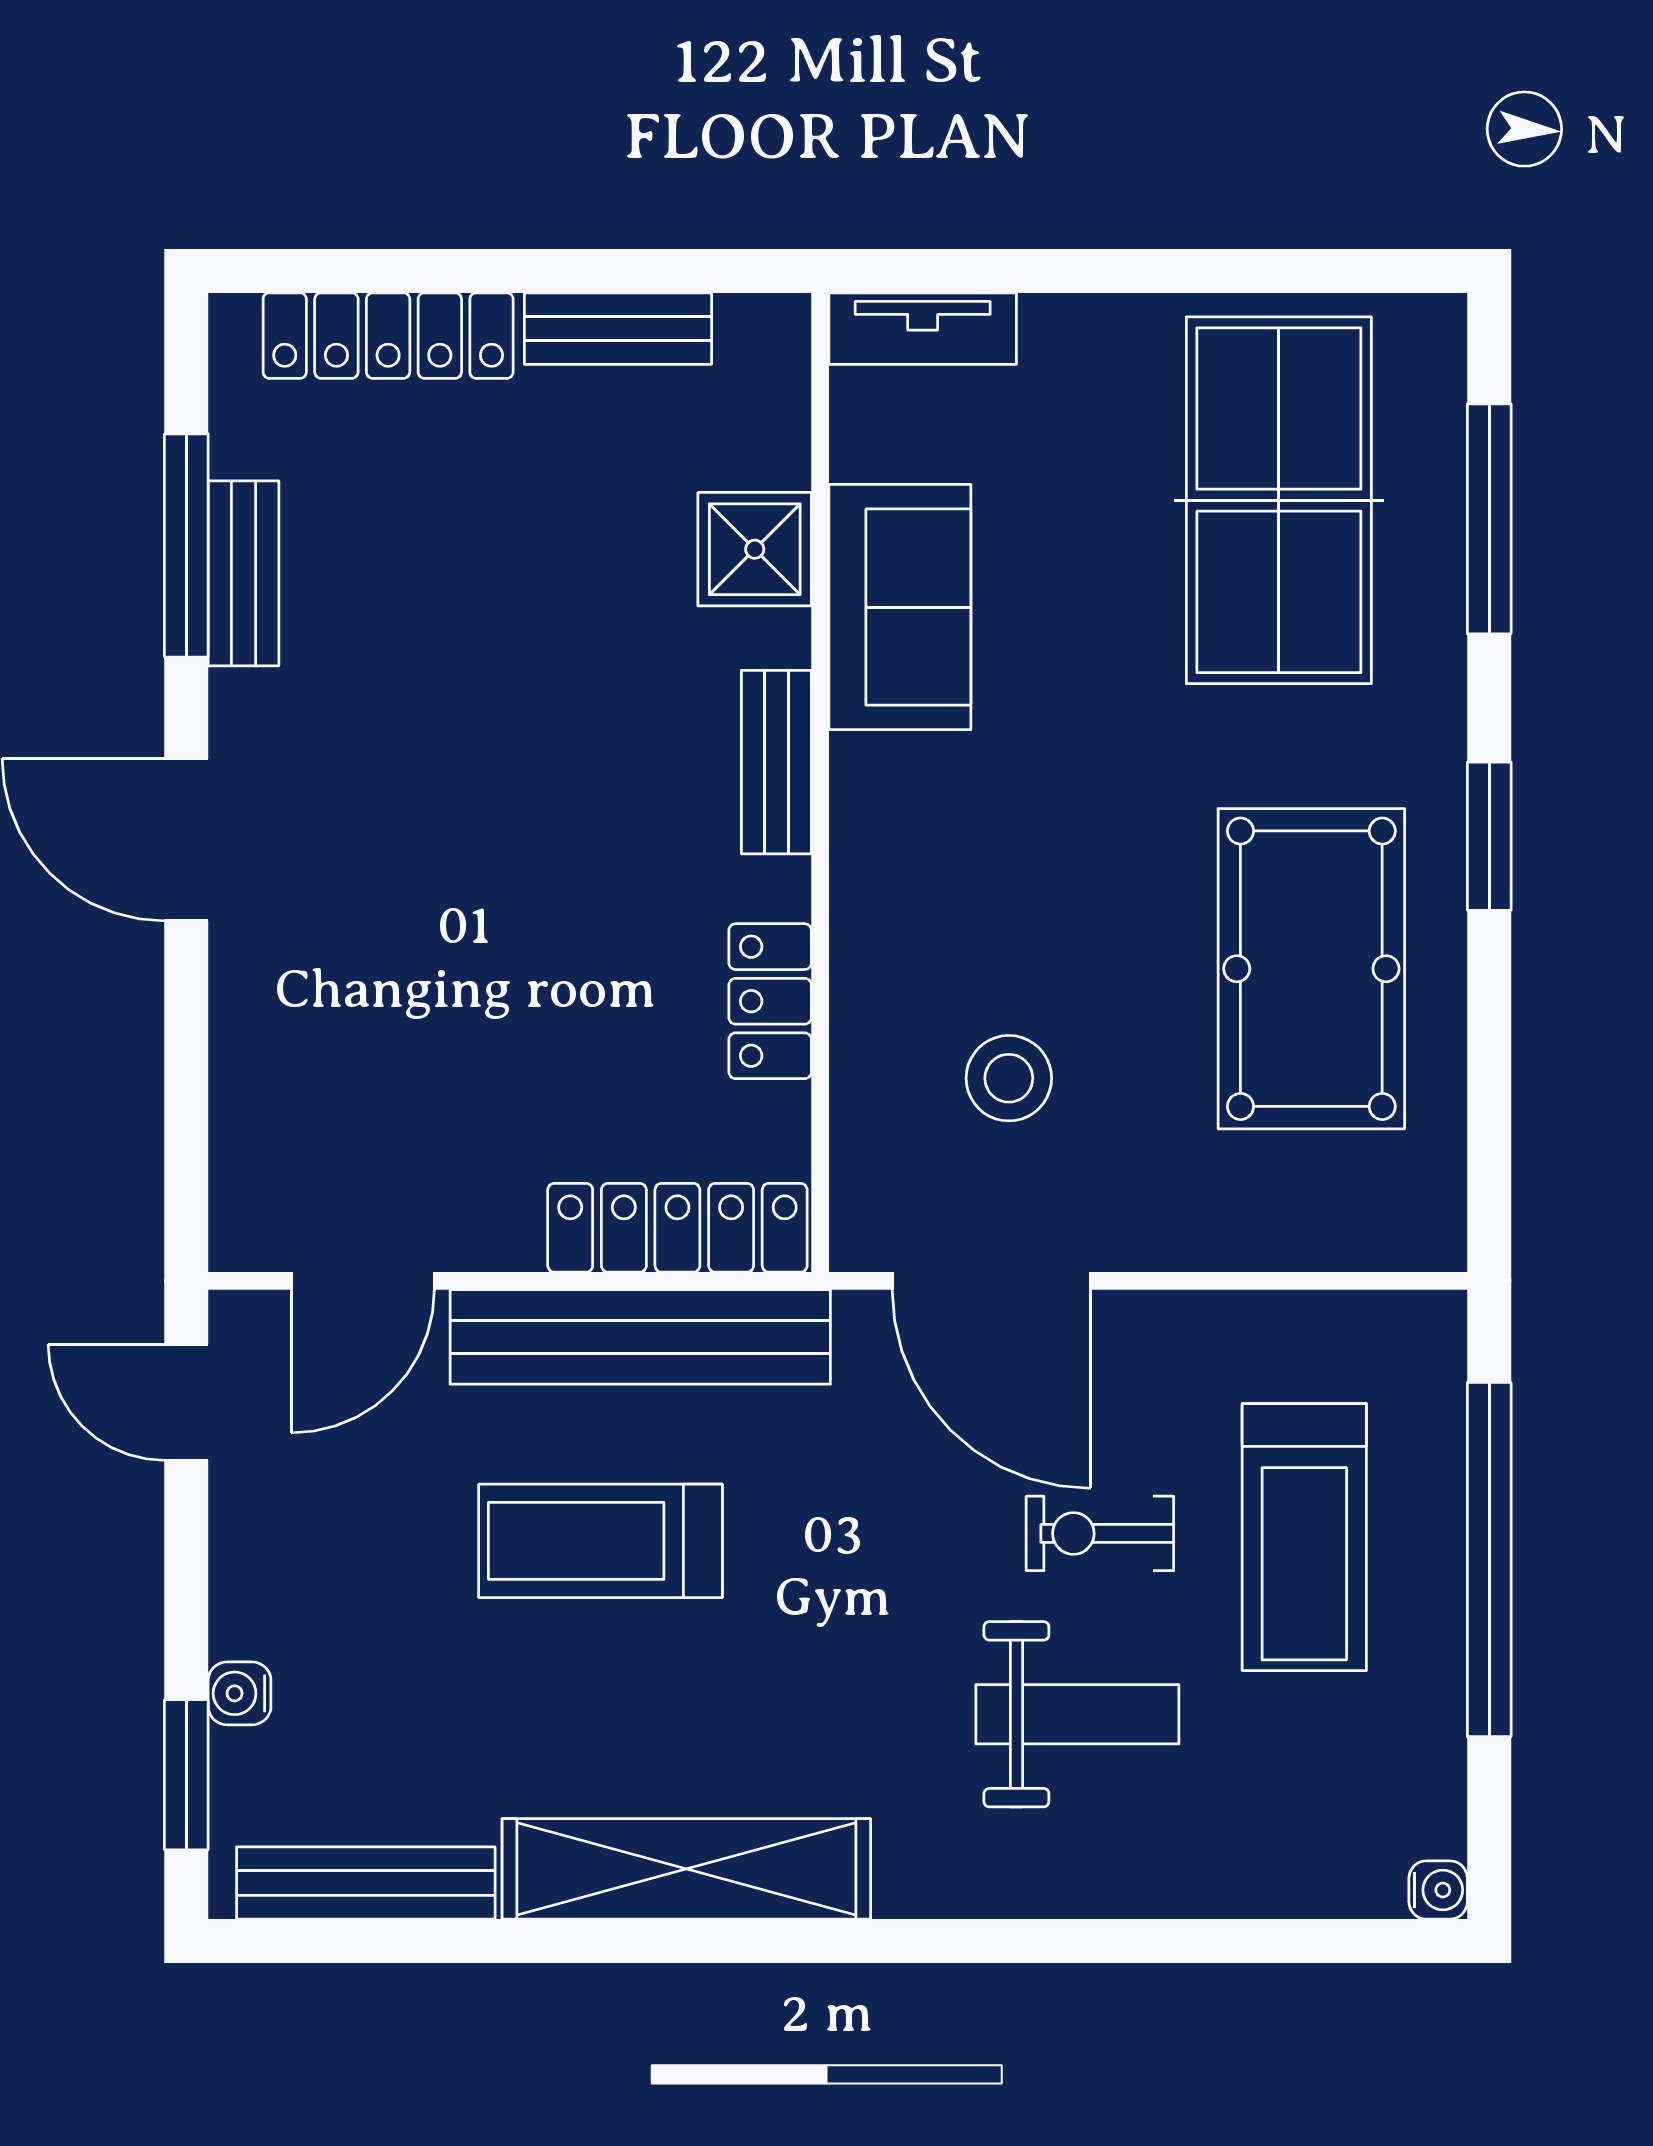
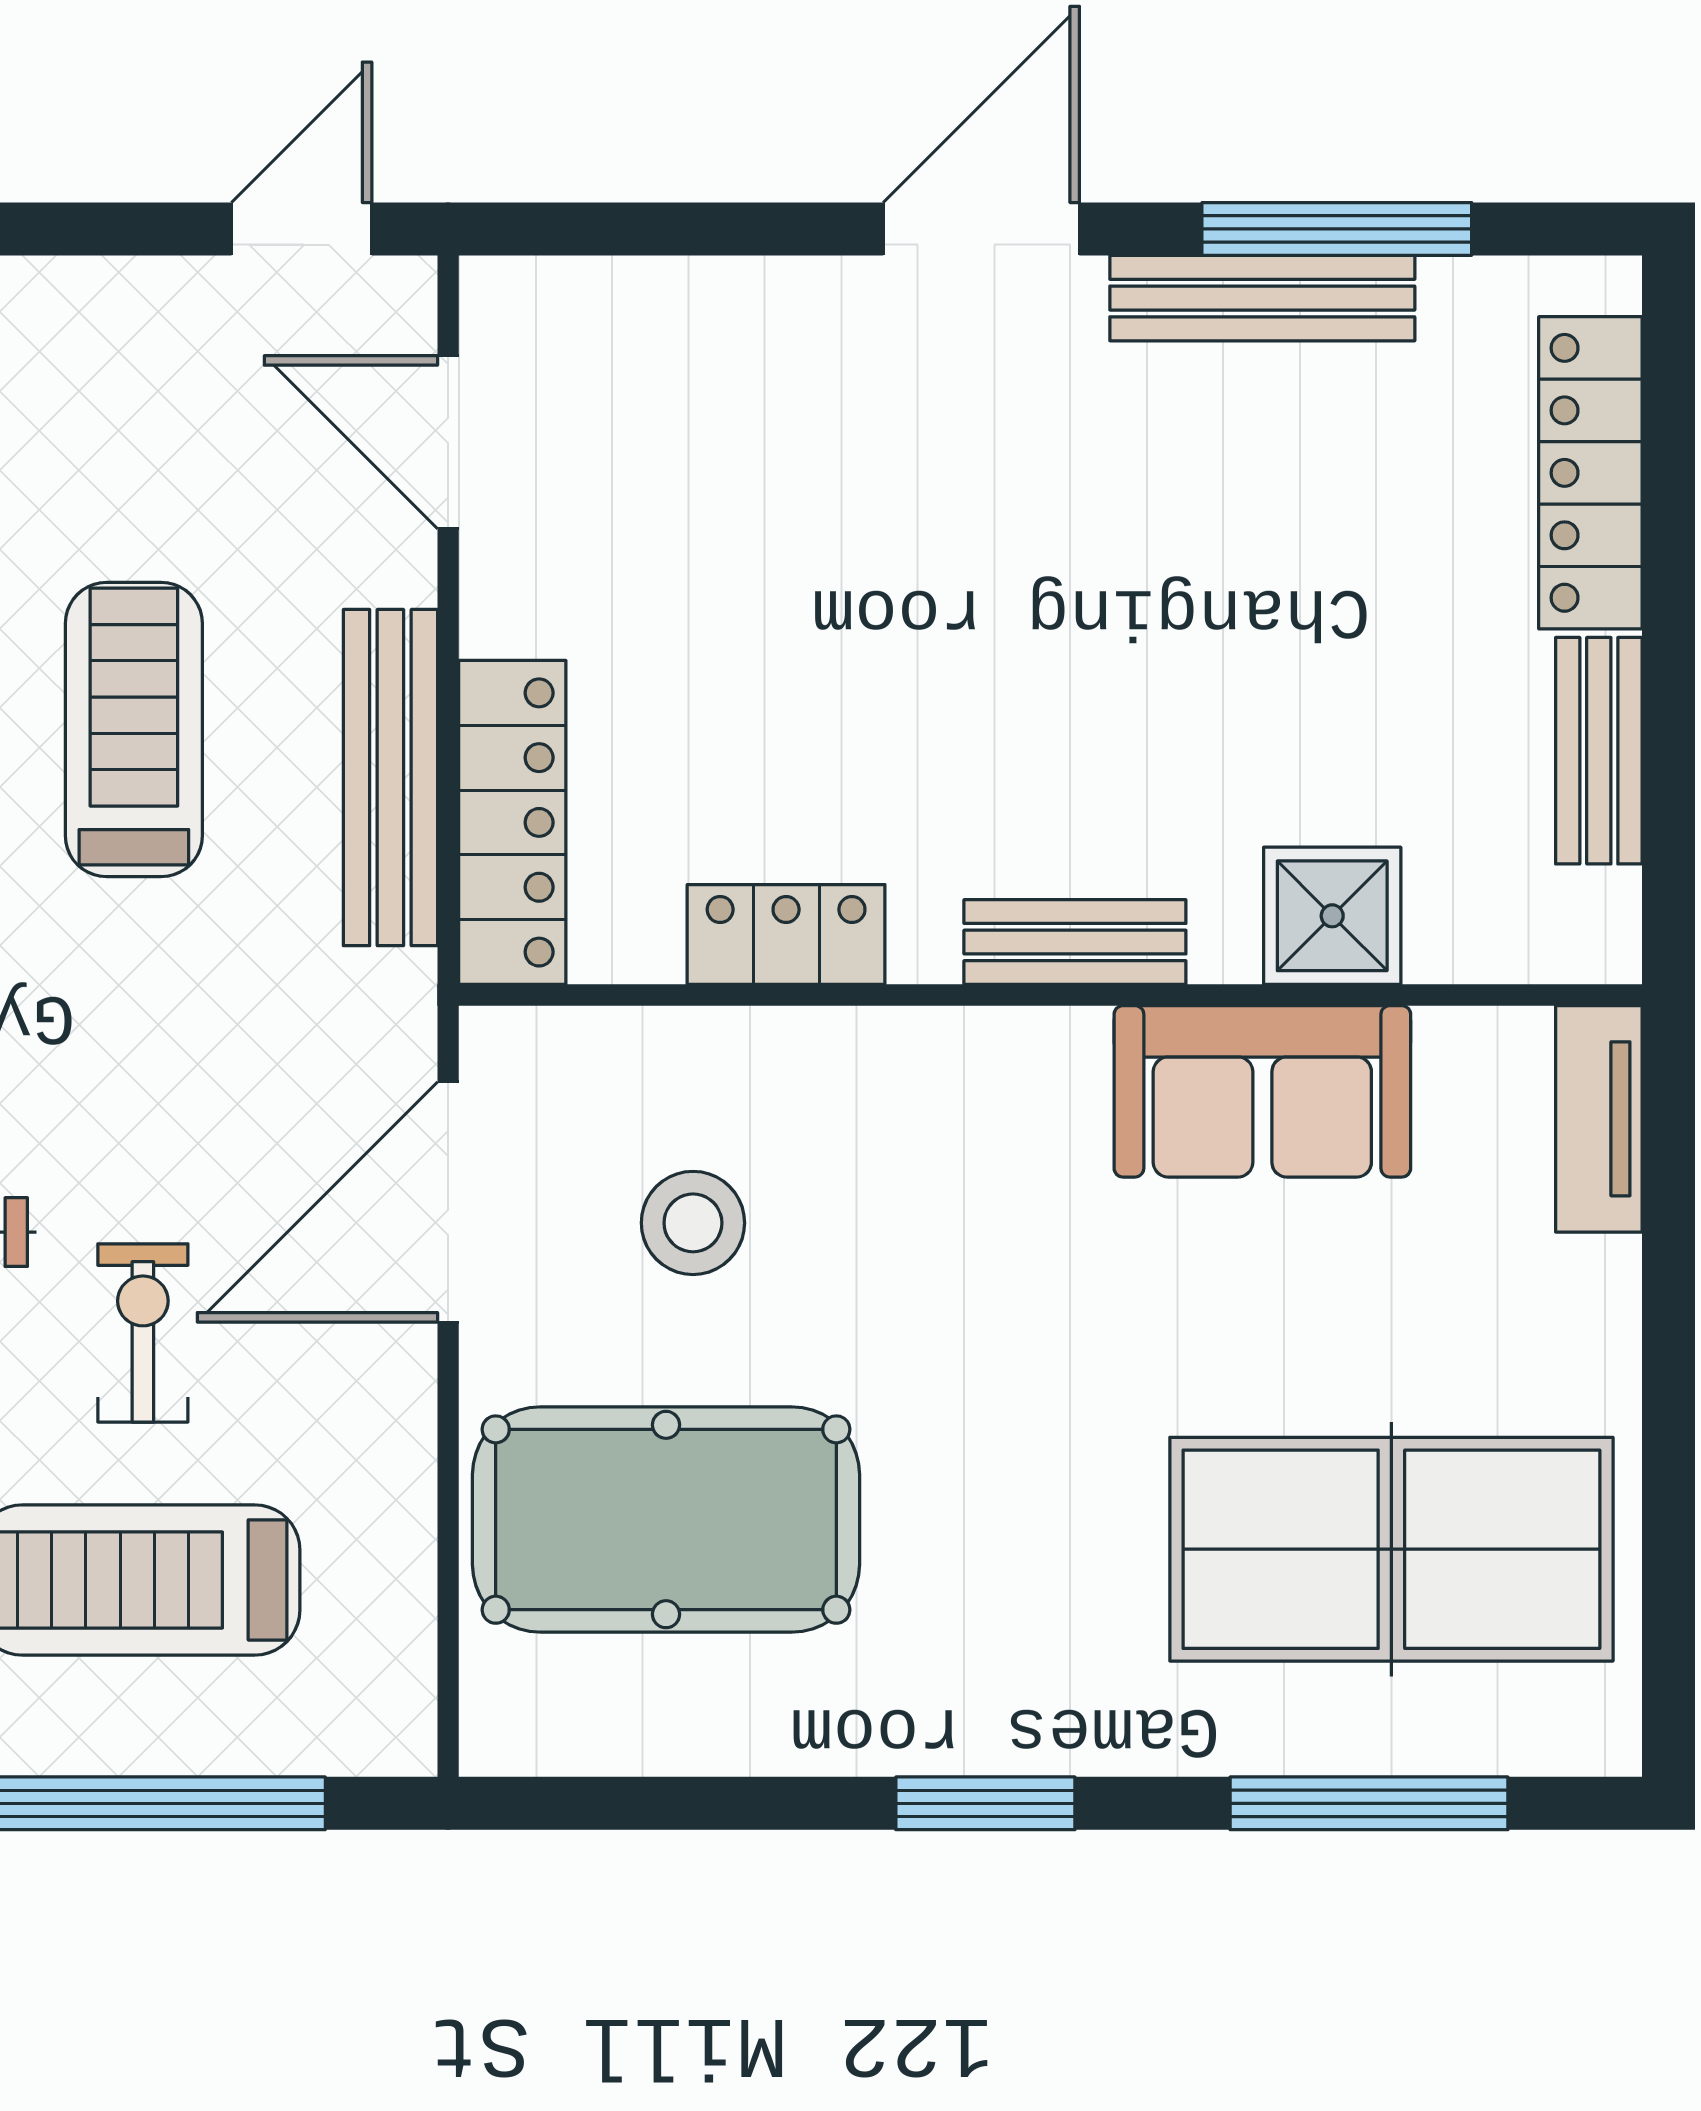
bench: (243, 573) -> (1262, 298), width x1.36
pool table: (1311, 969) -> (666, 1520), moved
bench: (640, 1337) -> (390, 778), width x0.73, depth x0.82

